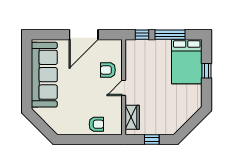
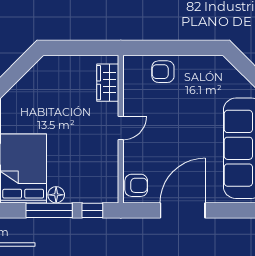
floor lamp: (165, 45) -> (56, 195), added
armchair: (108, 70) -> (136, 185), moved
window: (152, 140) -> (77, 48), removed

